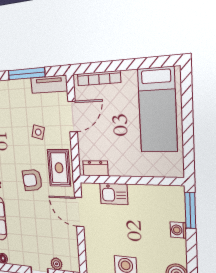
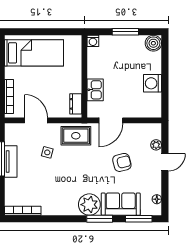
tv unit: (49, 84) -> (11, 161), moved
armchair: (32, 180) -> (122, 162), moved, turned -98
window: (190, 210) -> (125, 32), moved
washing machine: (178, 230) -> (93, 41), moved

